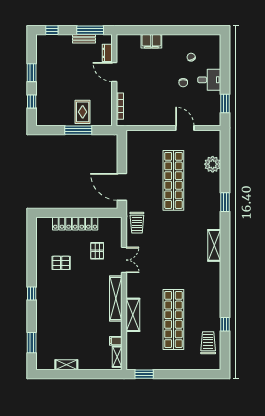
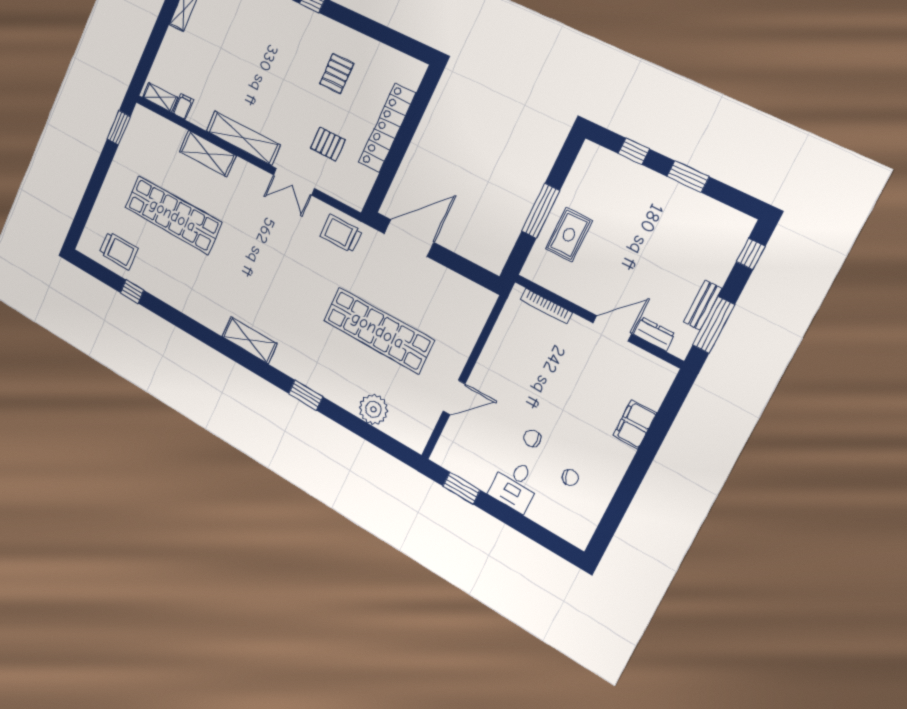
rug: (83, 112) -> (569, 235), turned 90

